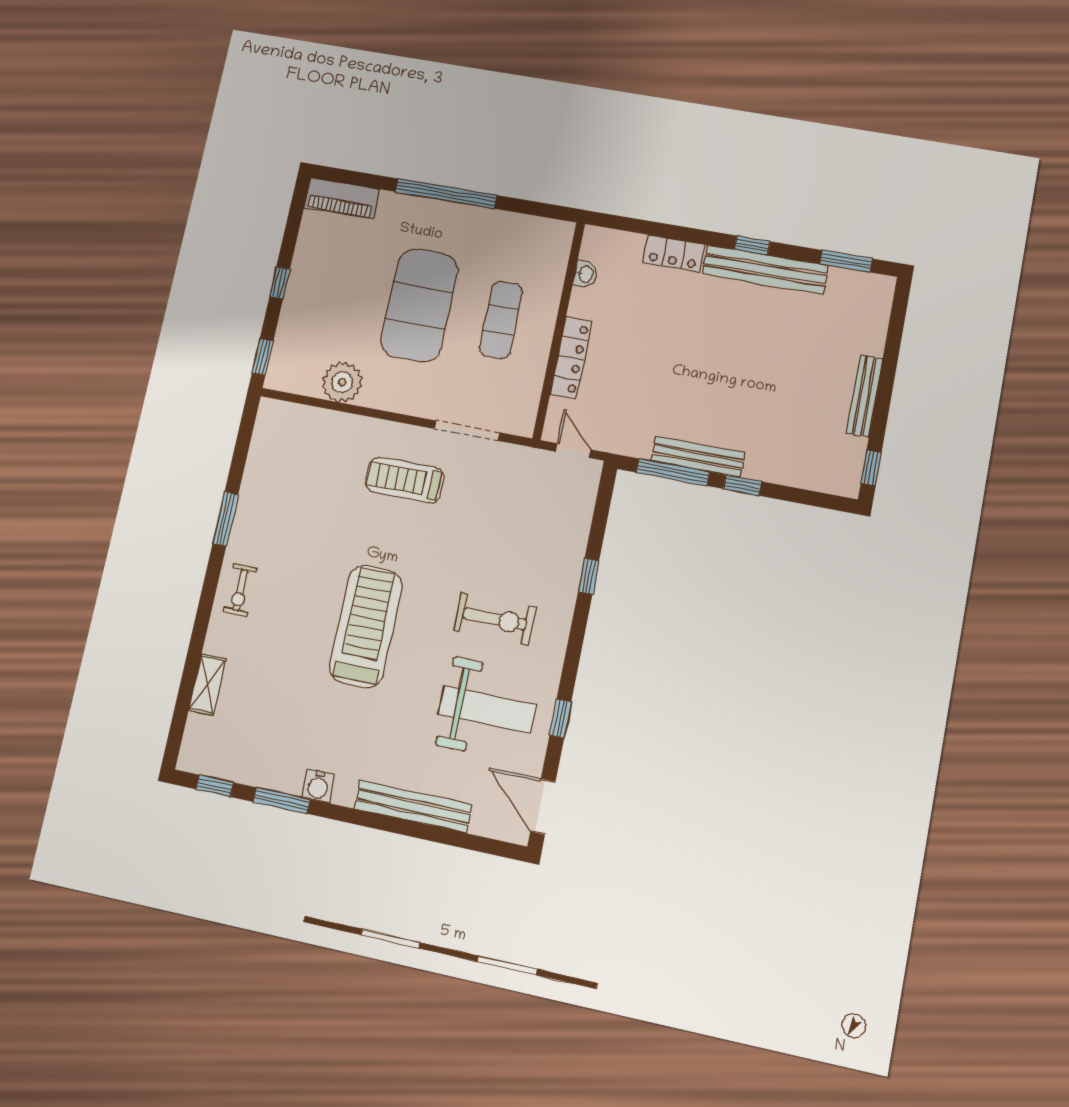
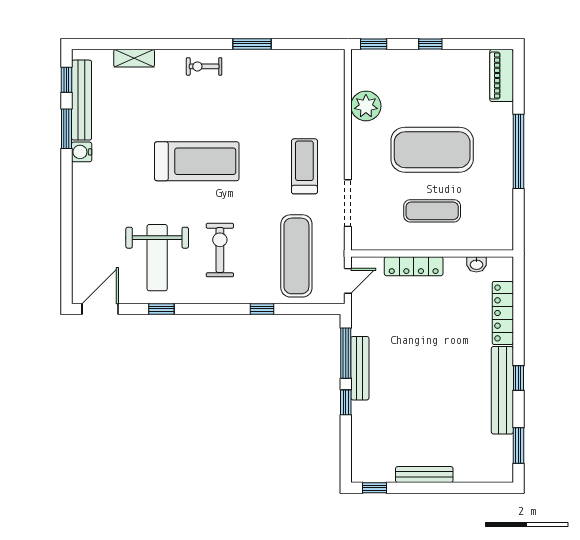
locker: (674, 253) -> (503, 313), width x1.53
exercise mat: (525, 514) -> (296, 256), added
exercise bike: (495, 619) -> (220, 250), turned 180
bench: (413, 807) -> (82, 100), moved

